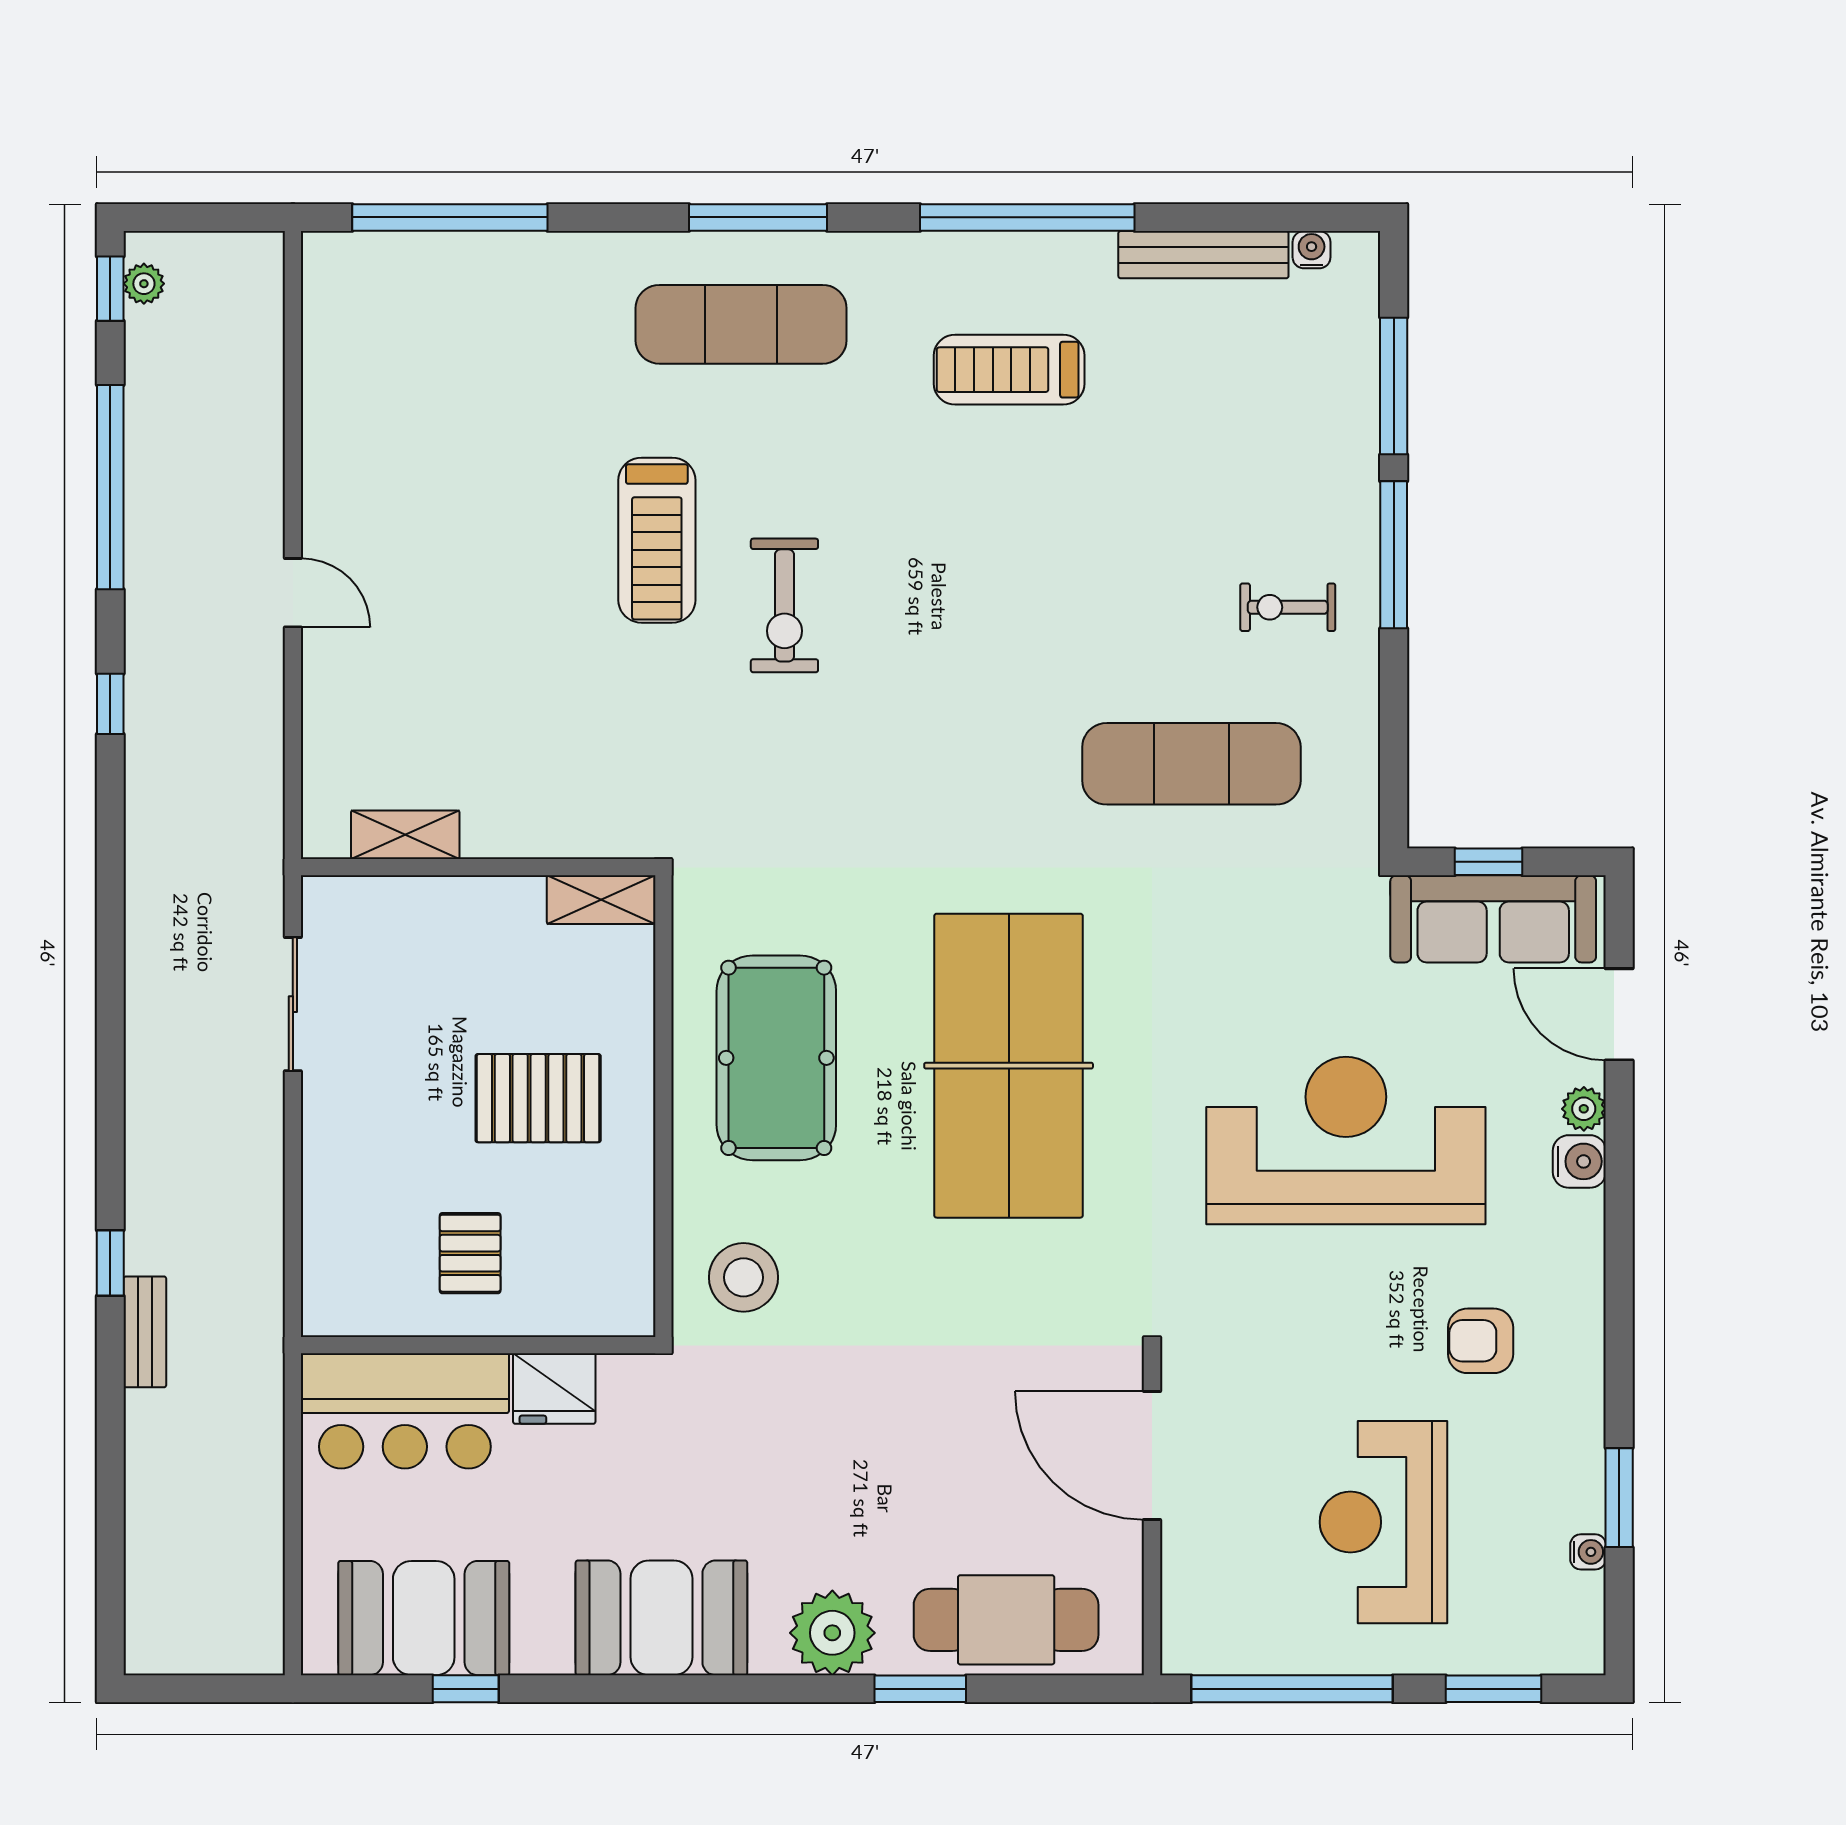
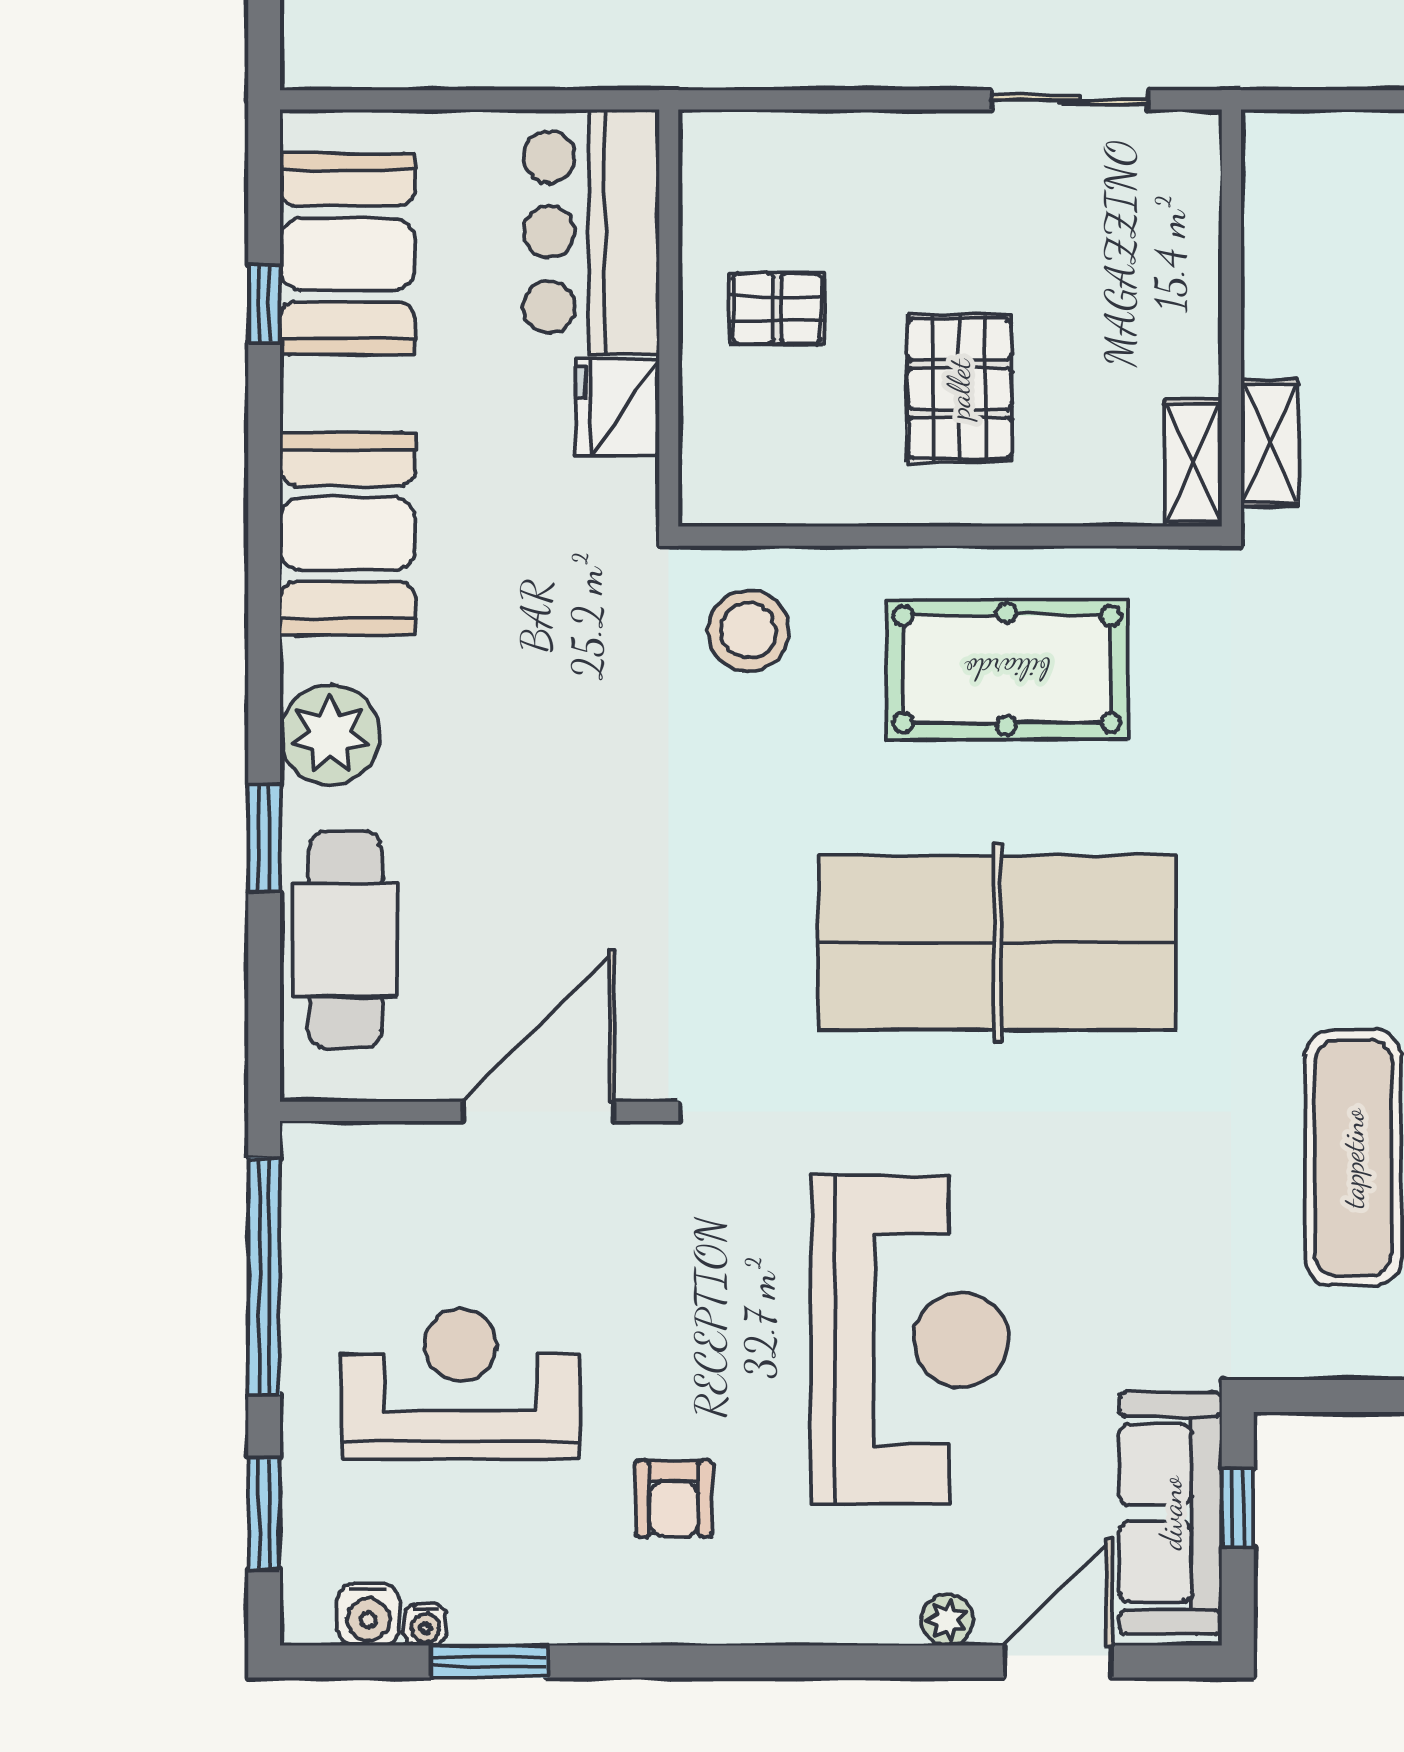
shelving: (405, 835) -> (1270, 443), moved
water cooler: (1579, 1161) -> (368, 1615), moved
armchair: (1481, 1341) -> (674, 1498), turned 180

